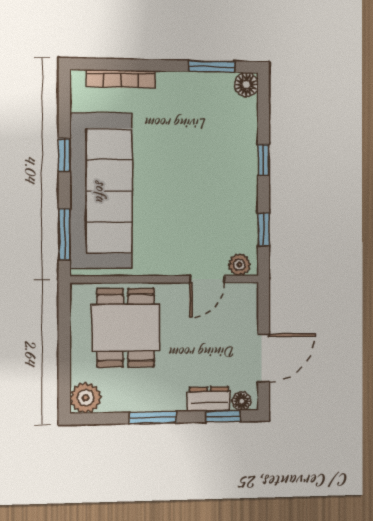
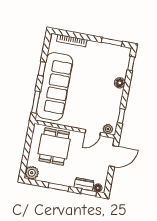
floor lamp: (246, 84) -> (120, 83), moved
window: (264, 160) -> (131, 63), moved
door: (264, 358) -> (114, 156), moved

